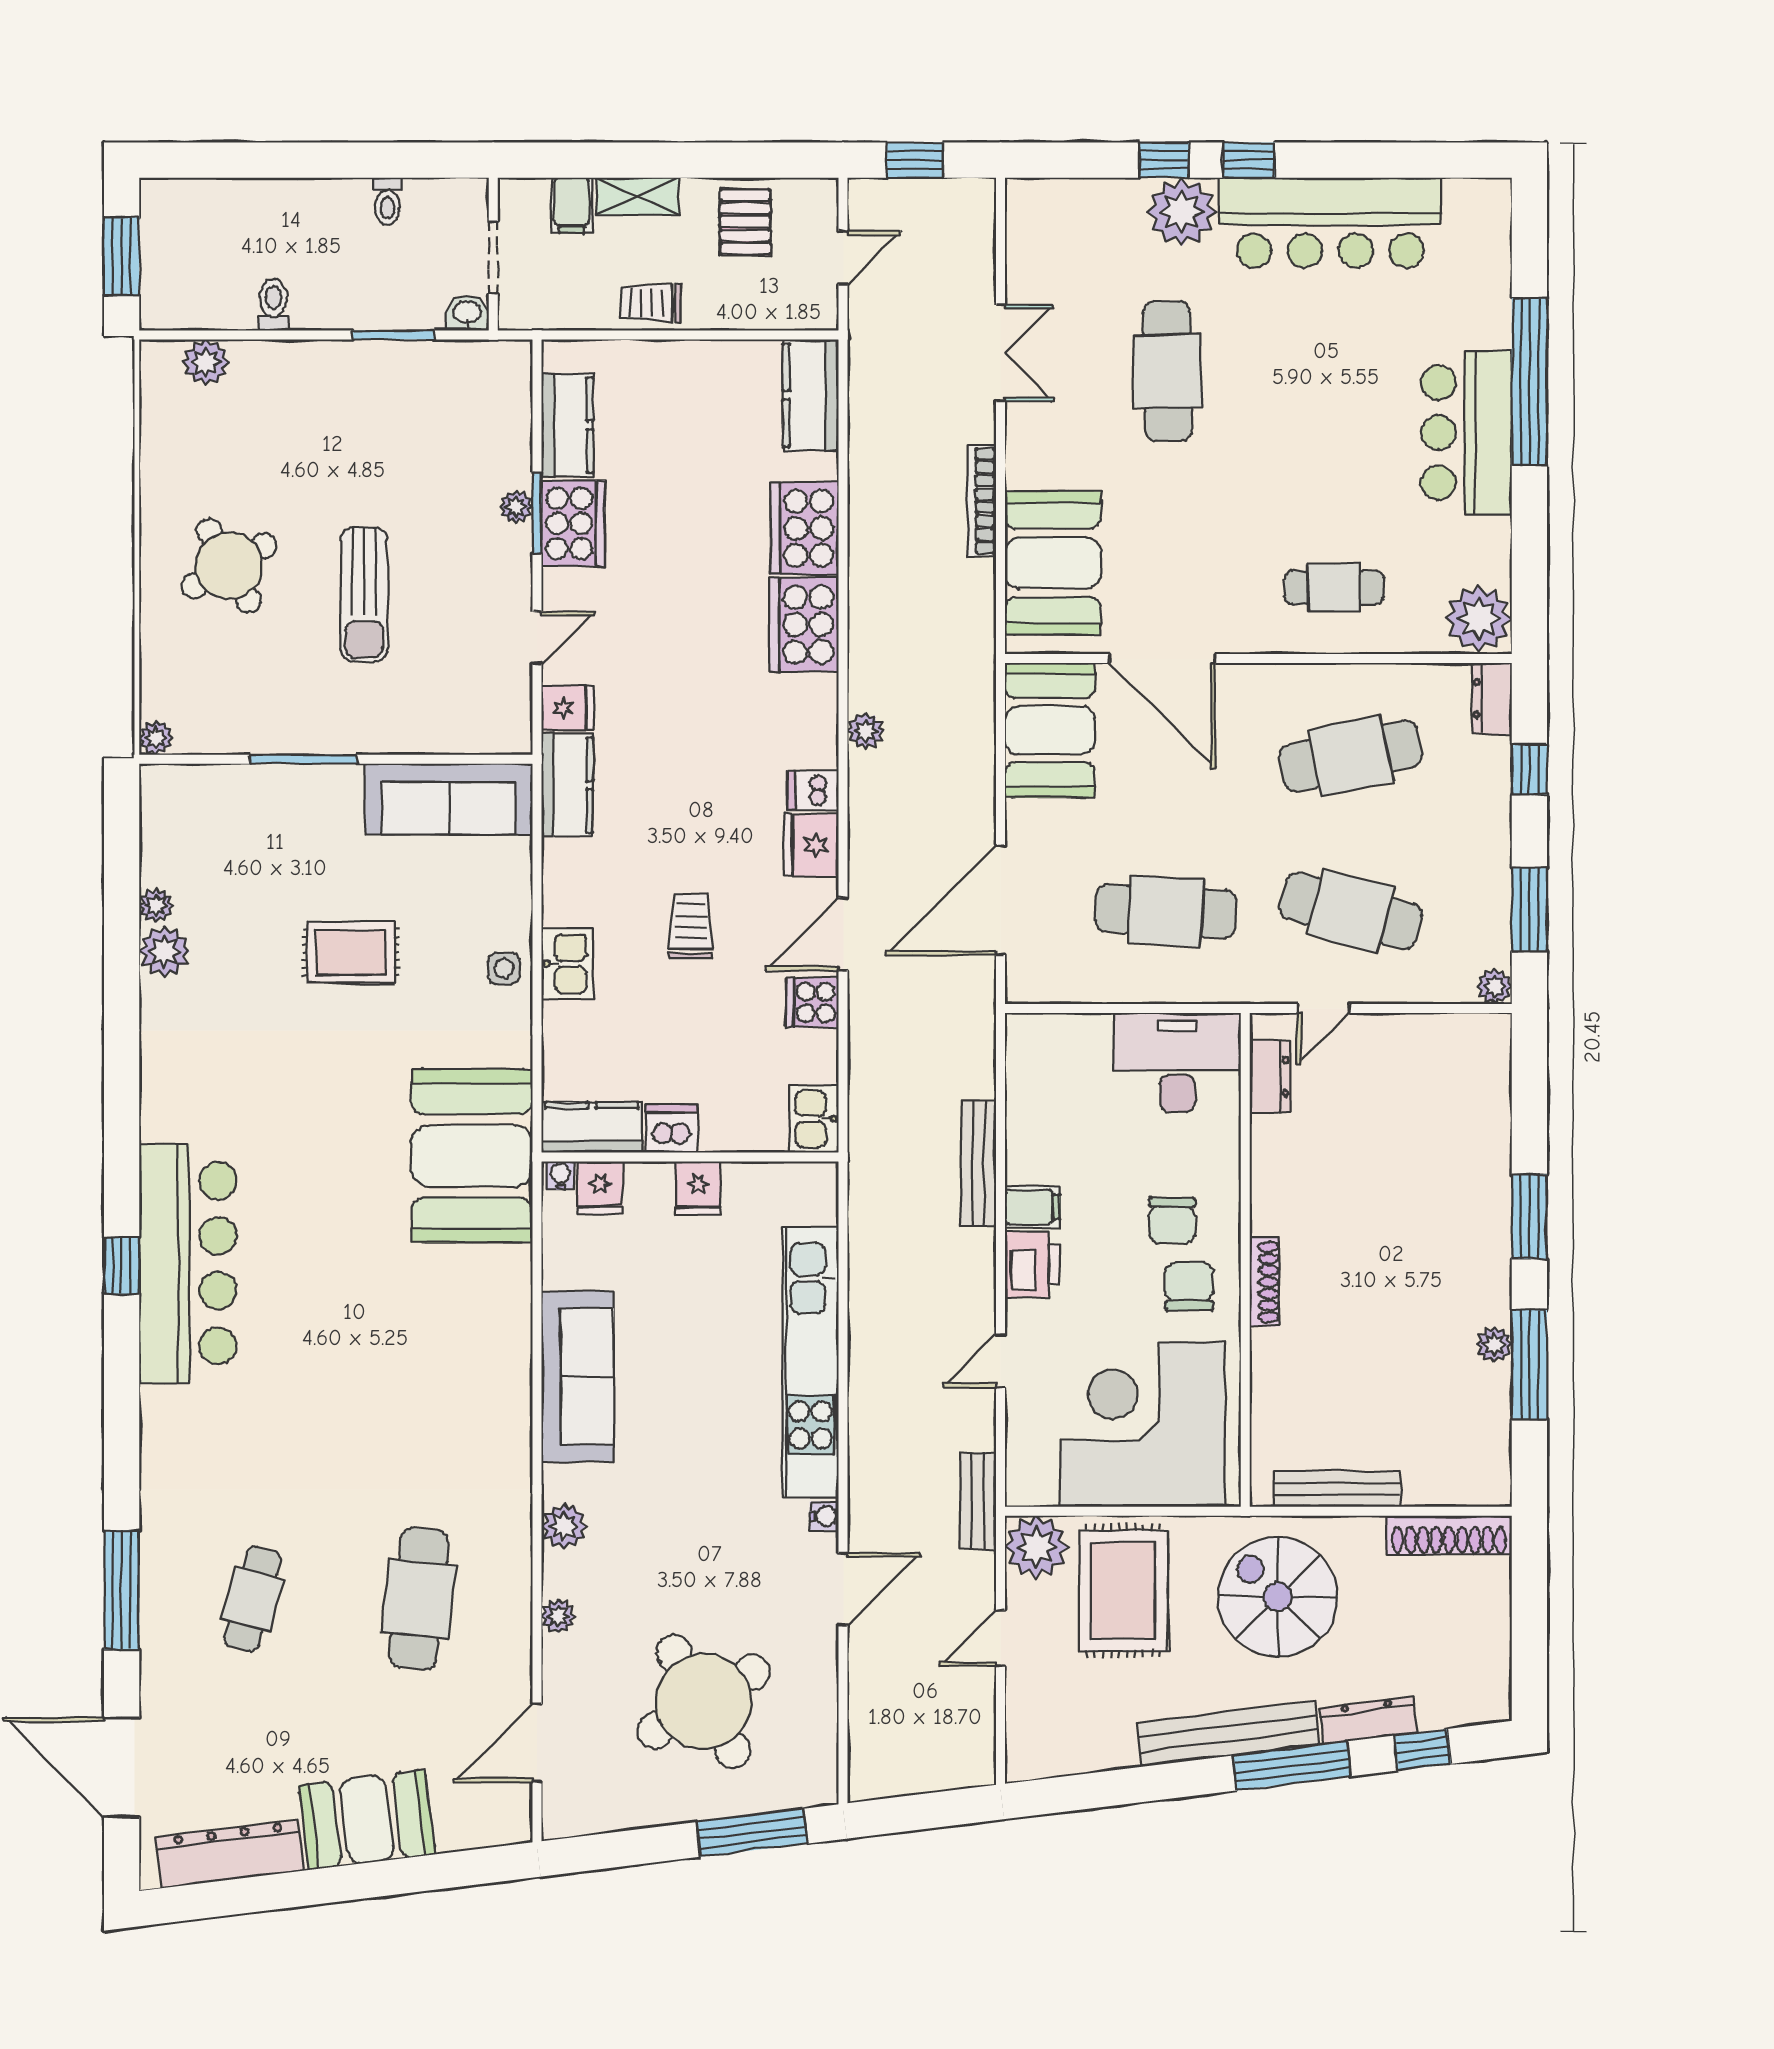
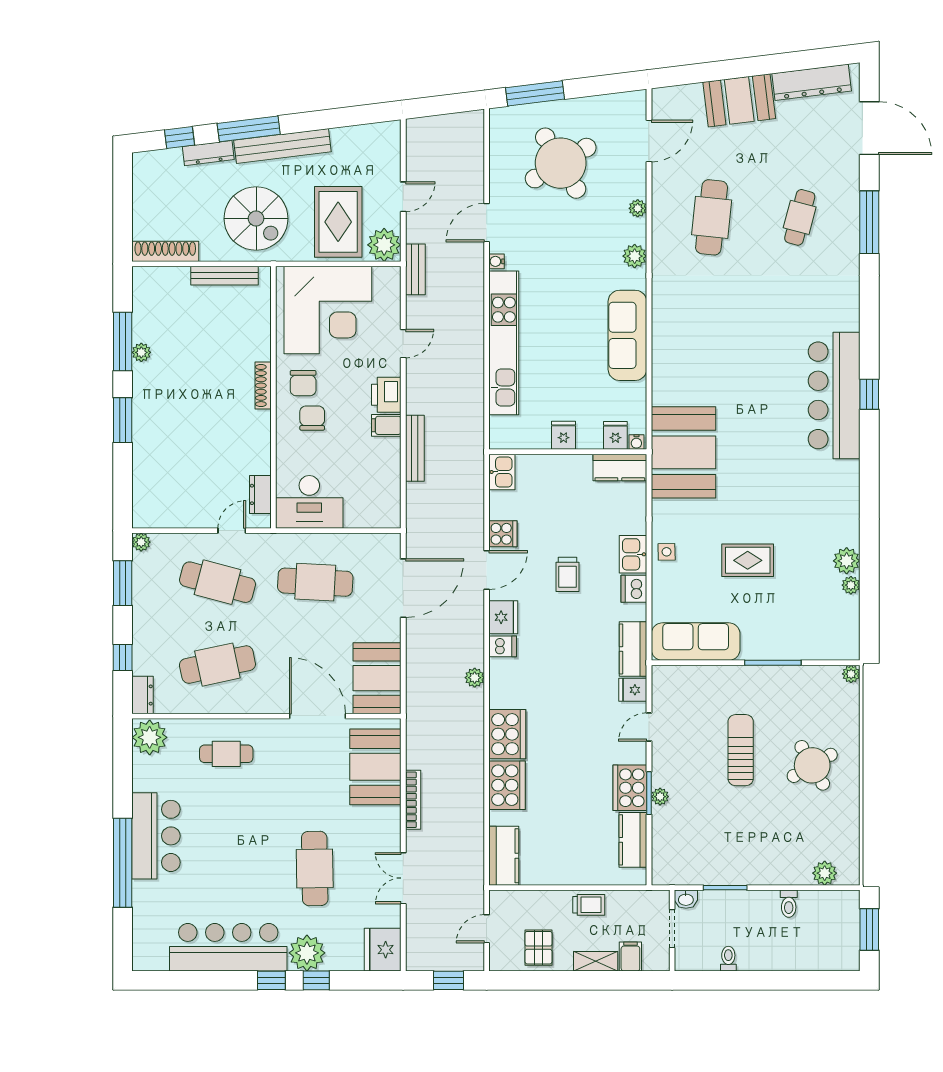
fridge: (1039, 218) -> (383, 950), added
dishwasher: (672, 1129) -> (634, 589), moved, turned 90

